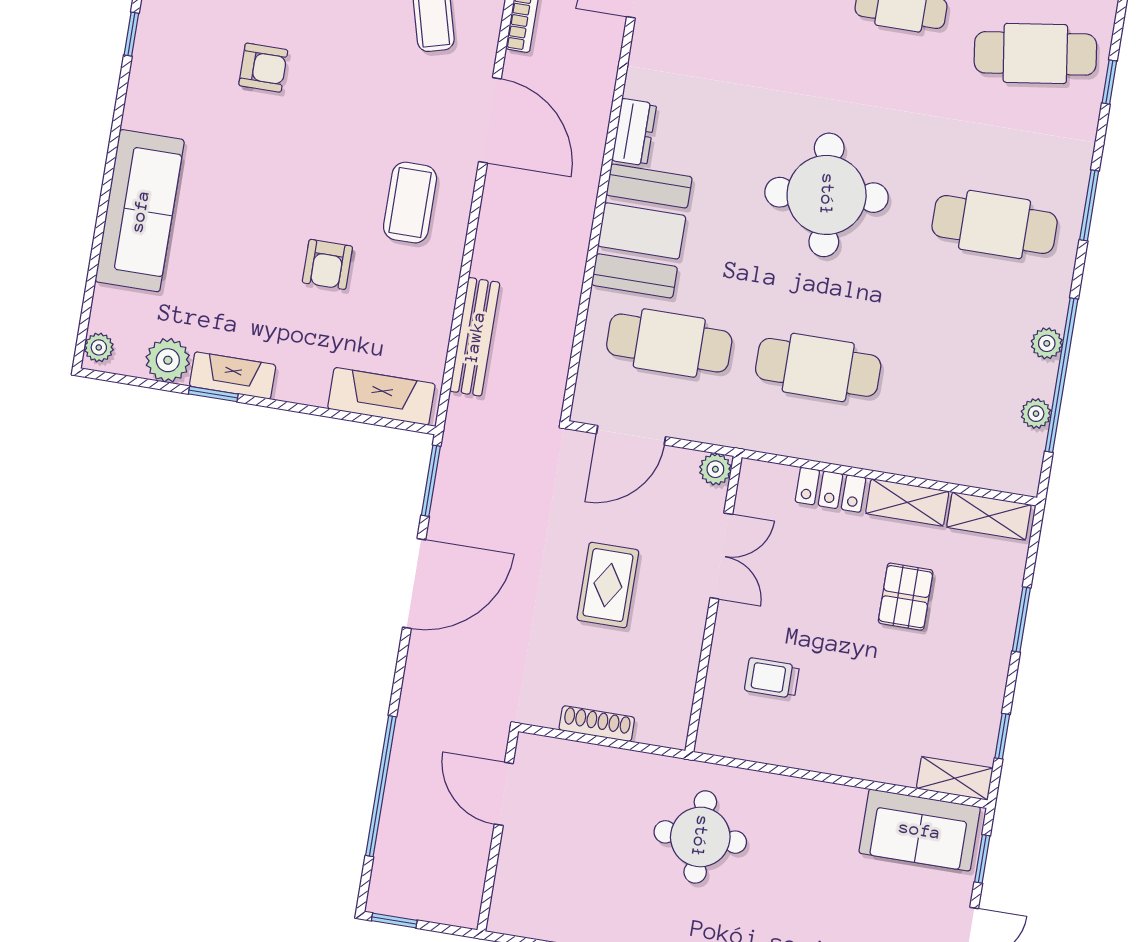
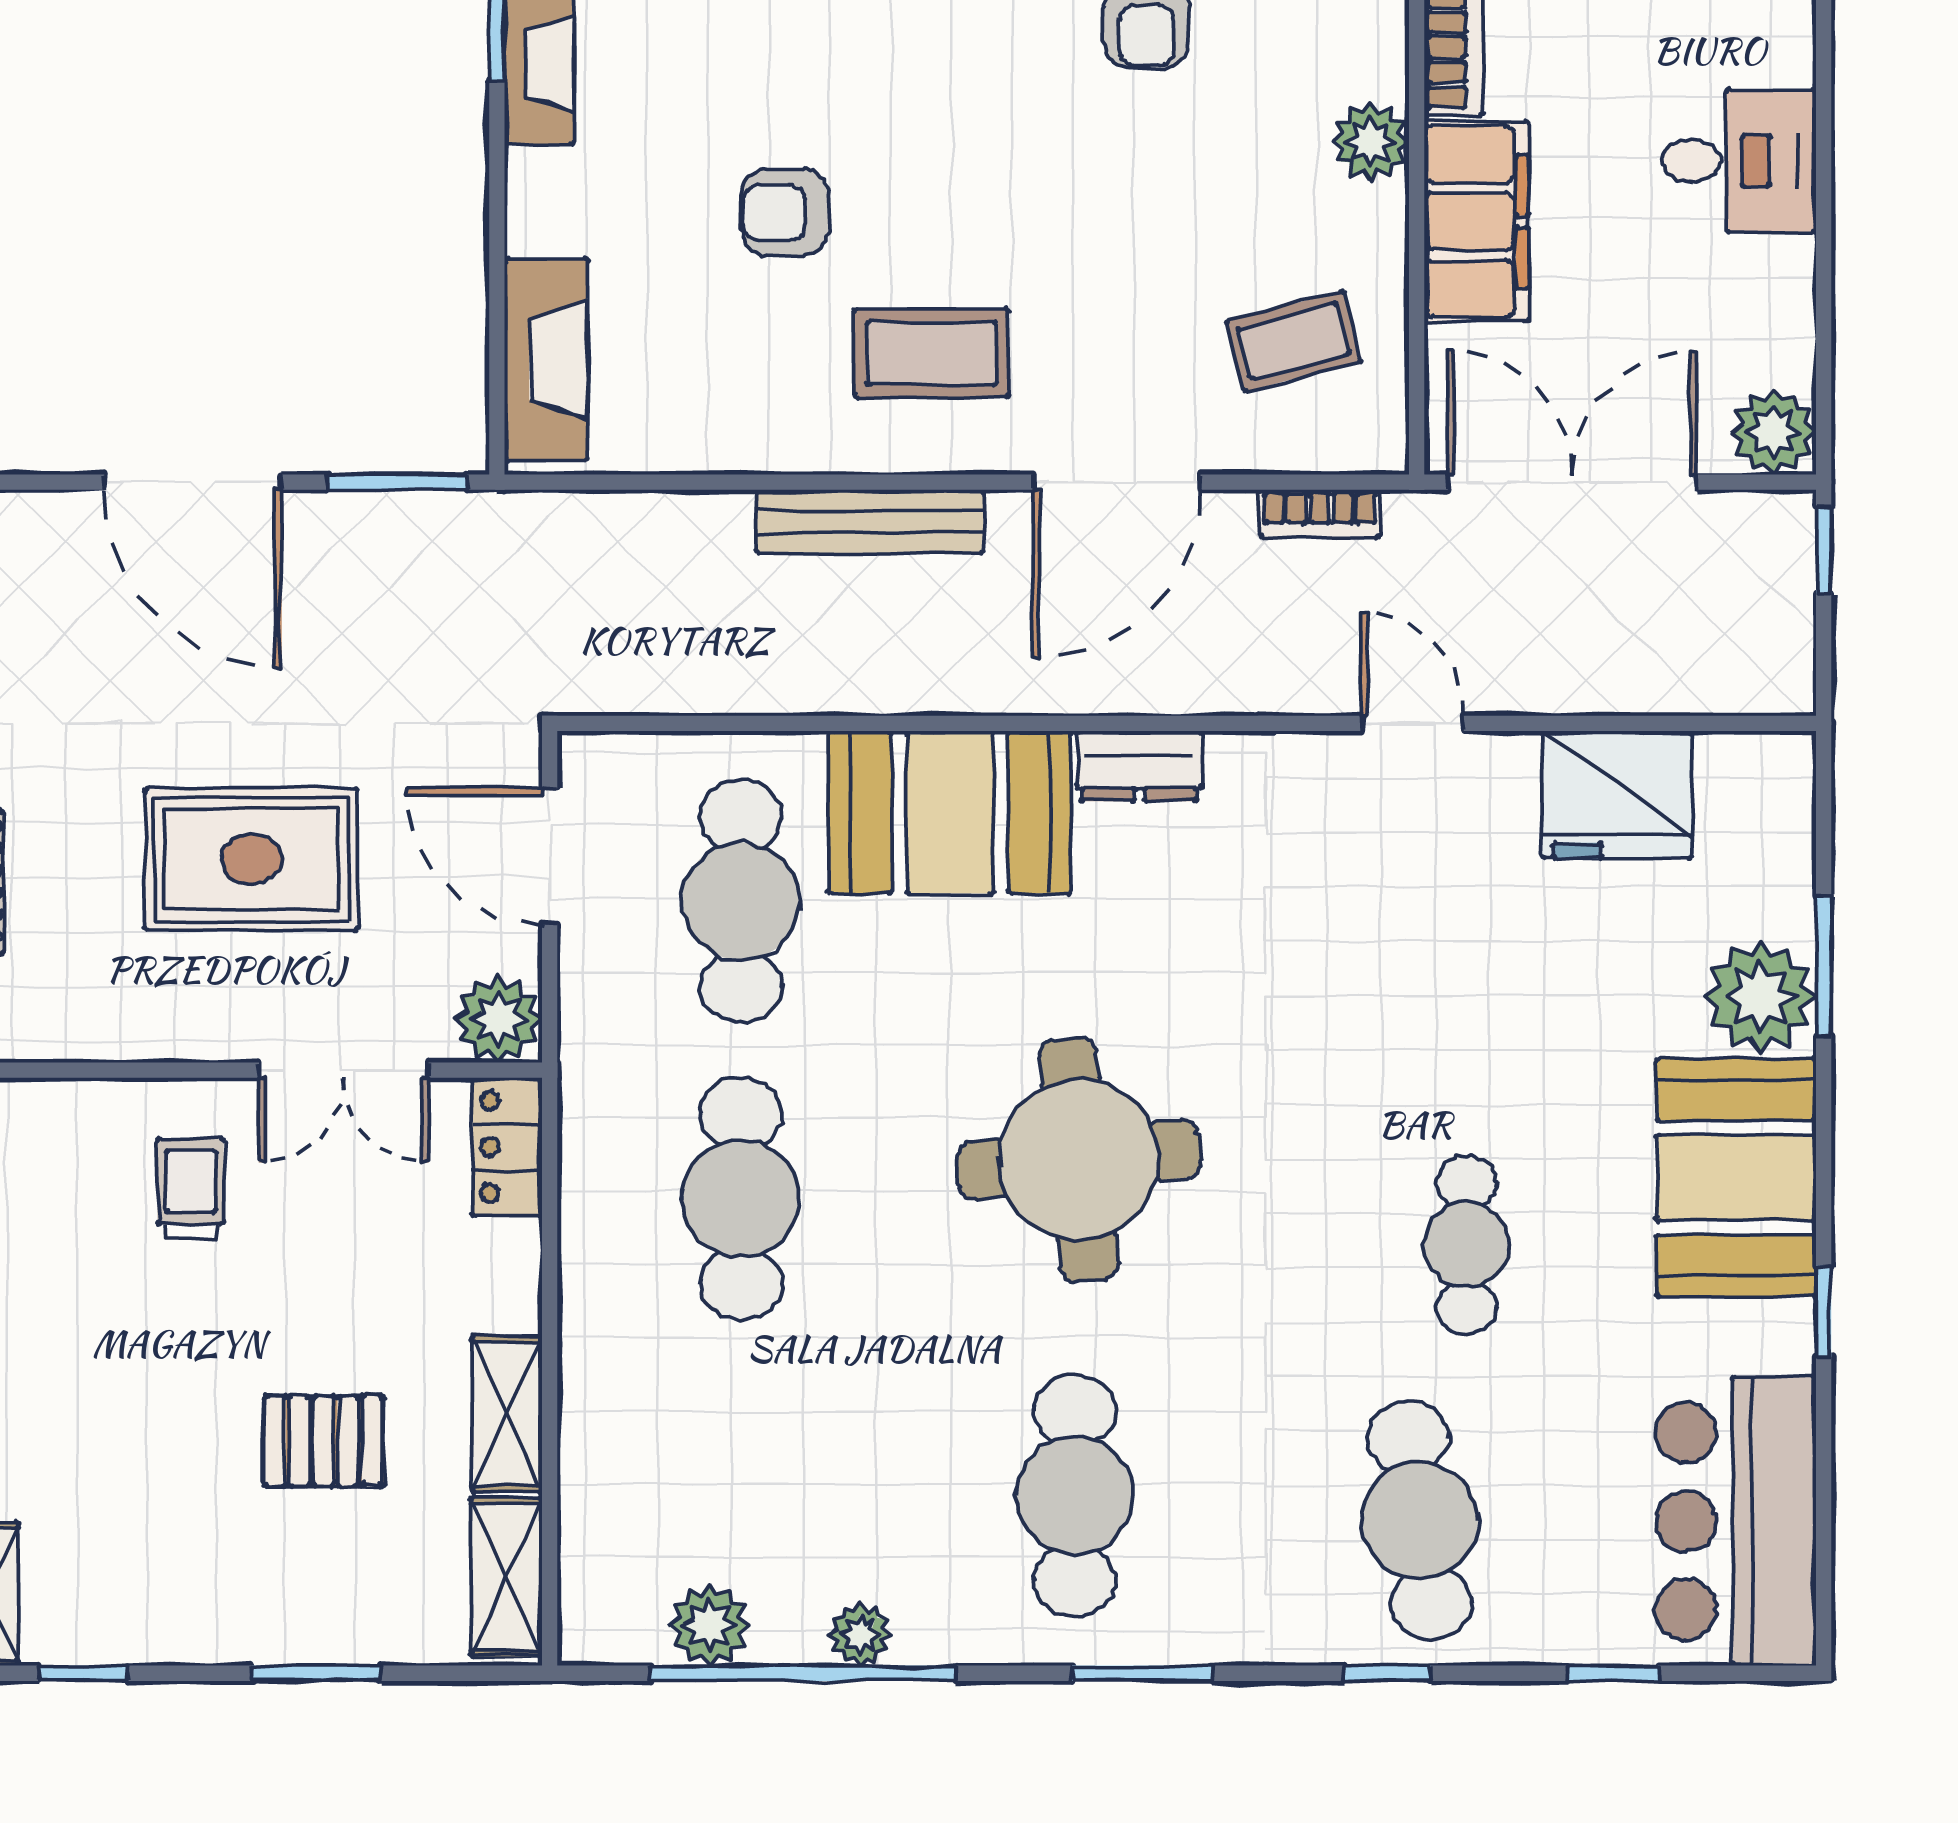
bench: (475, 337) -> (870, 522), moved
plant: (1036, 414) -> (709, 1625), width x1.38, depth x1.38
plant: (715, 469) -> (499, 1019), width x1.38, depth x1.38
locker: (830, 490) -> (507, 1147), moved
rug: (608, 585) -> (251, 859), width x1.36, depth x1.43
trolley: (772, 678) -> (190, 1188), moved

